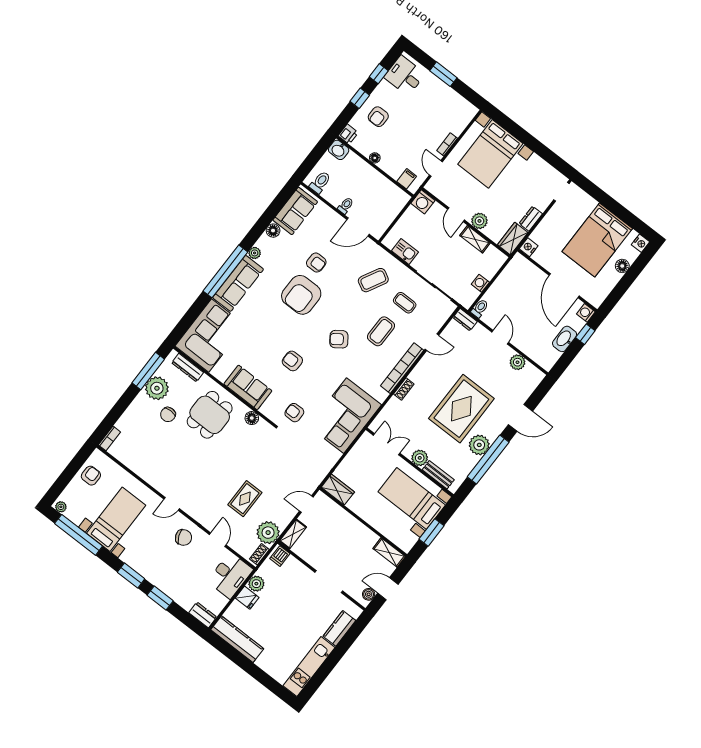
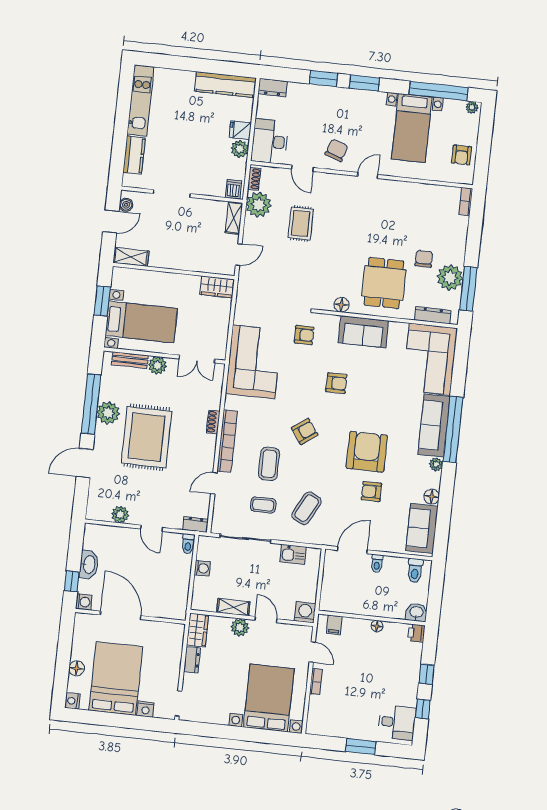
armchair: (378, 117) -> (398, 668), removed
nightstand: (529, 247) -> (145, 709), moved, turned 90
chair: (184, 537) -> (337, 150), turned 132

